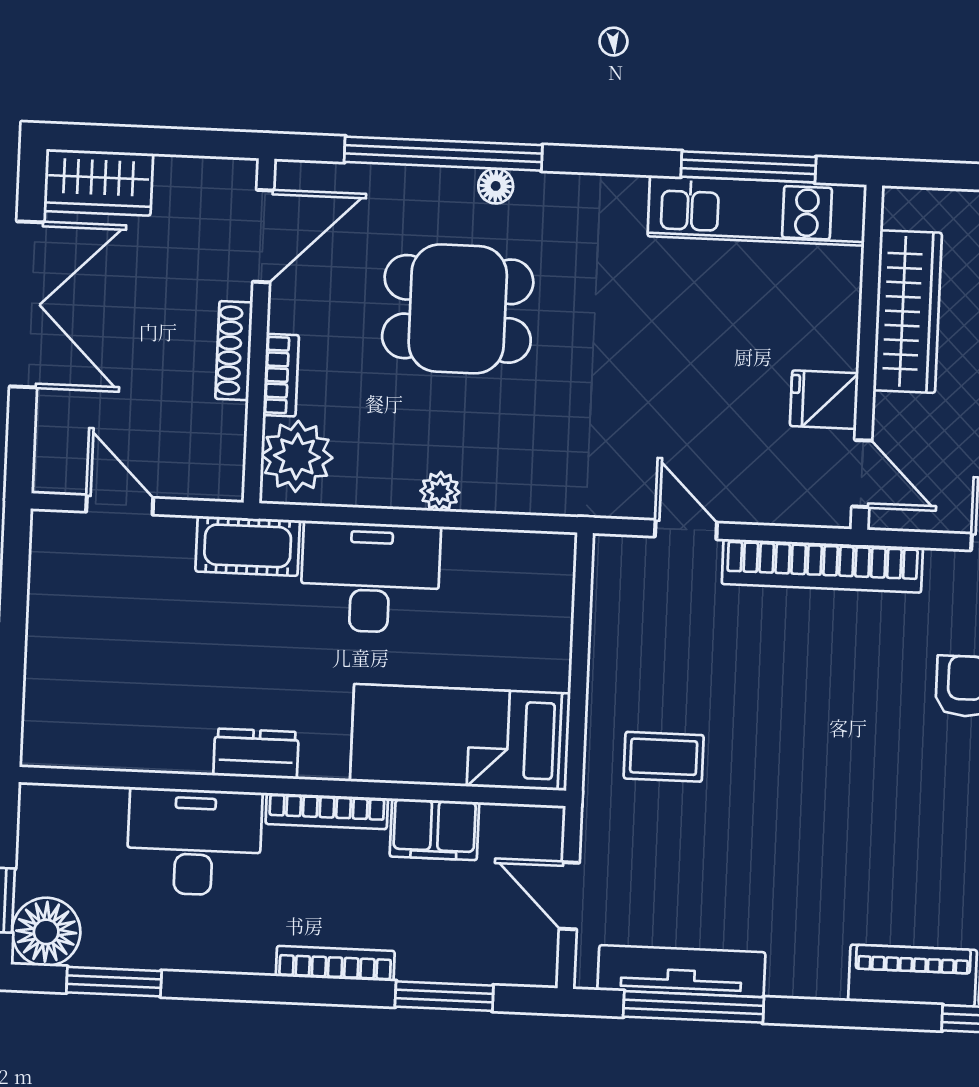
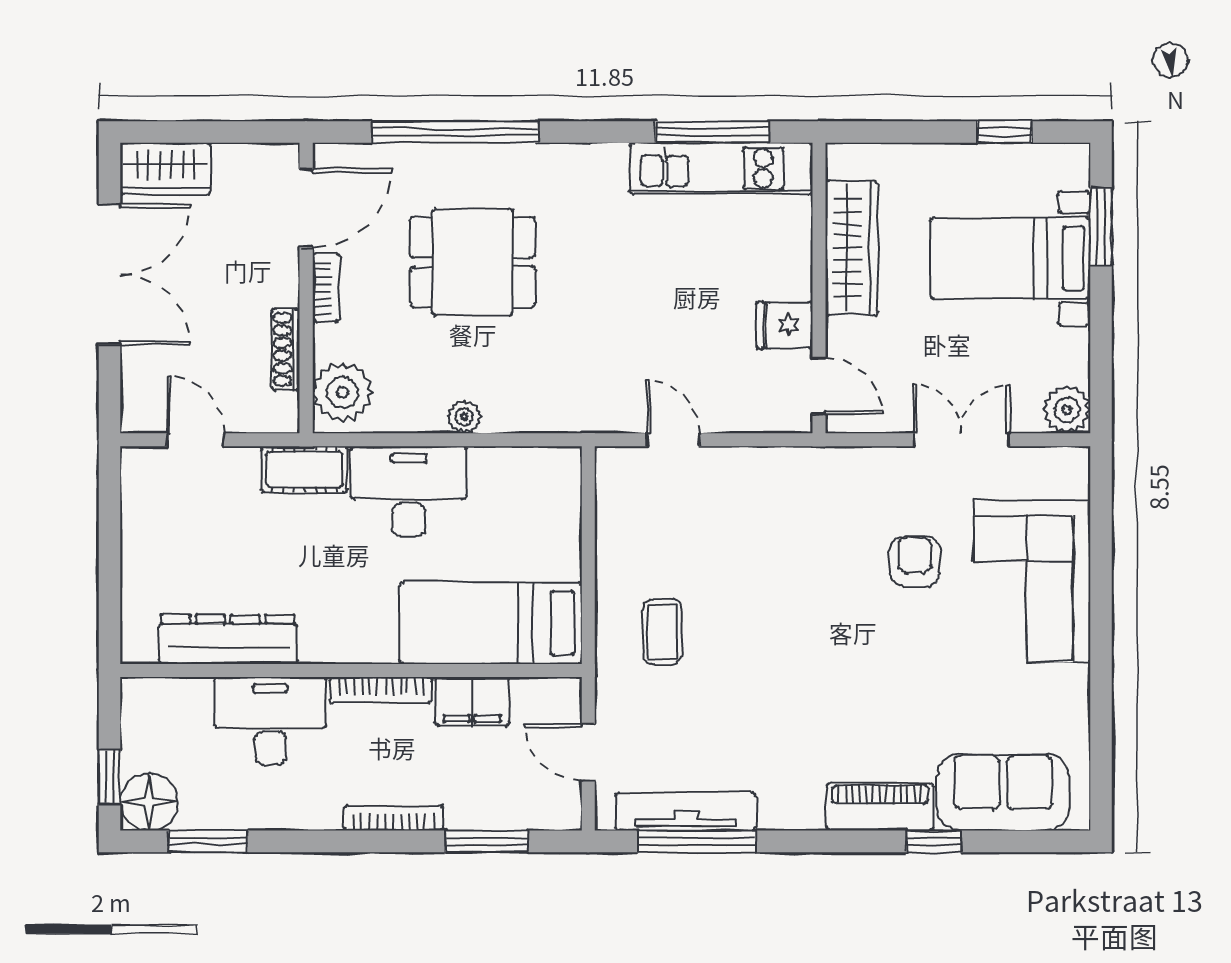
floor lamp: (496, 186) -> (500, 157), removed
shoe rack: (234, 351) -> (286, 349), moved
bookcase: (281, 375) -> (326, 288), moved
bookcase: (822, 566) -> (789, 465), removed
dresser: (256, 754) -> (228, 639), moved, width x1.96, depth x1.24
coffee table: (664, 757) -> (662, 632), turned 90

